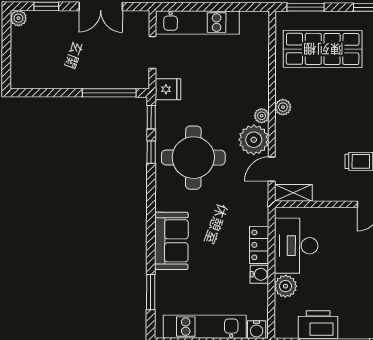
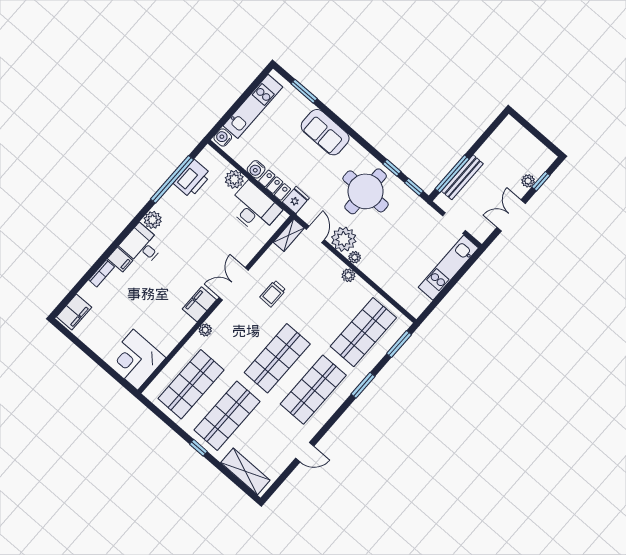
plant: (18, 18) -> (528, 181), moved
bench: (104, 81) -> (462, 177), added
fridge: (168, 89) -> (296, 200), moved, turned 180

